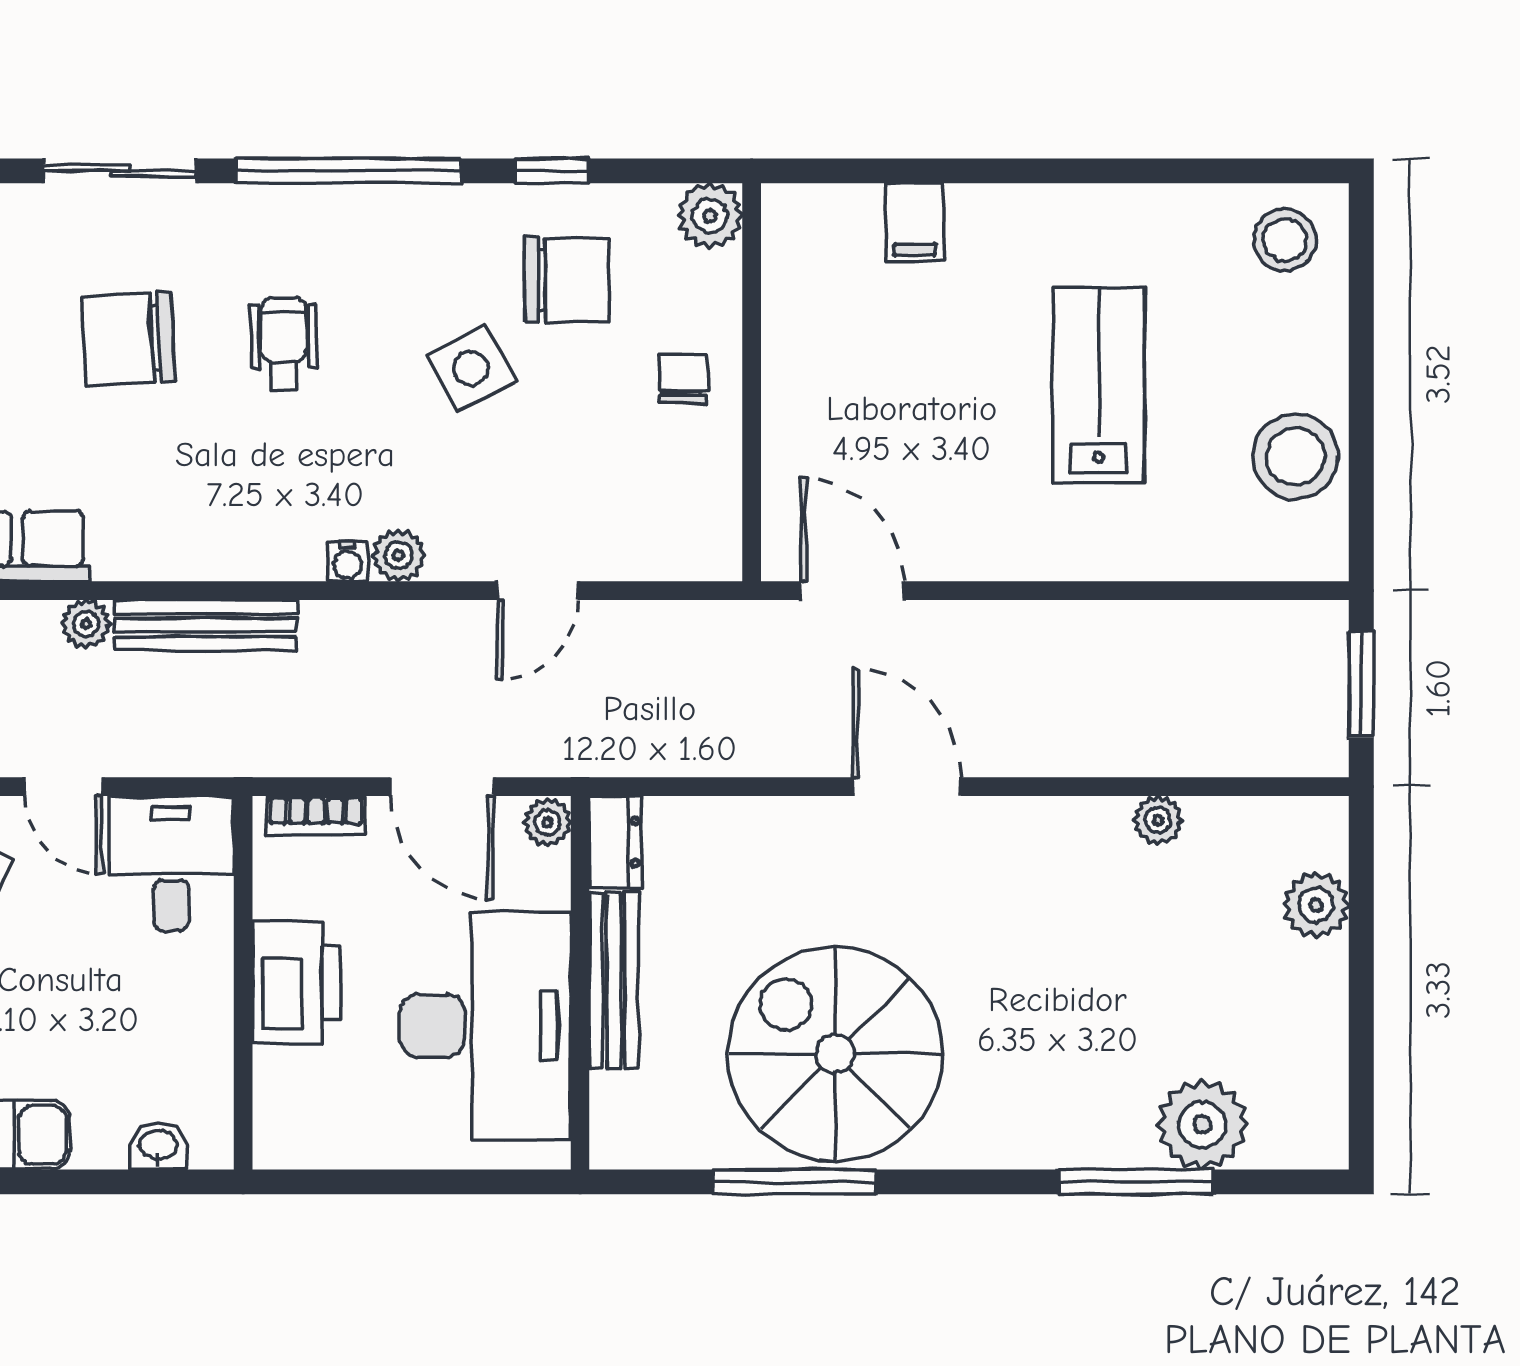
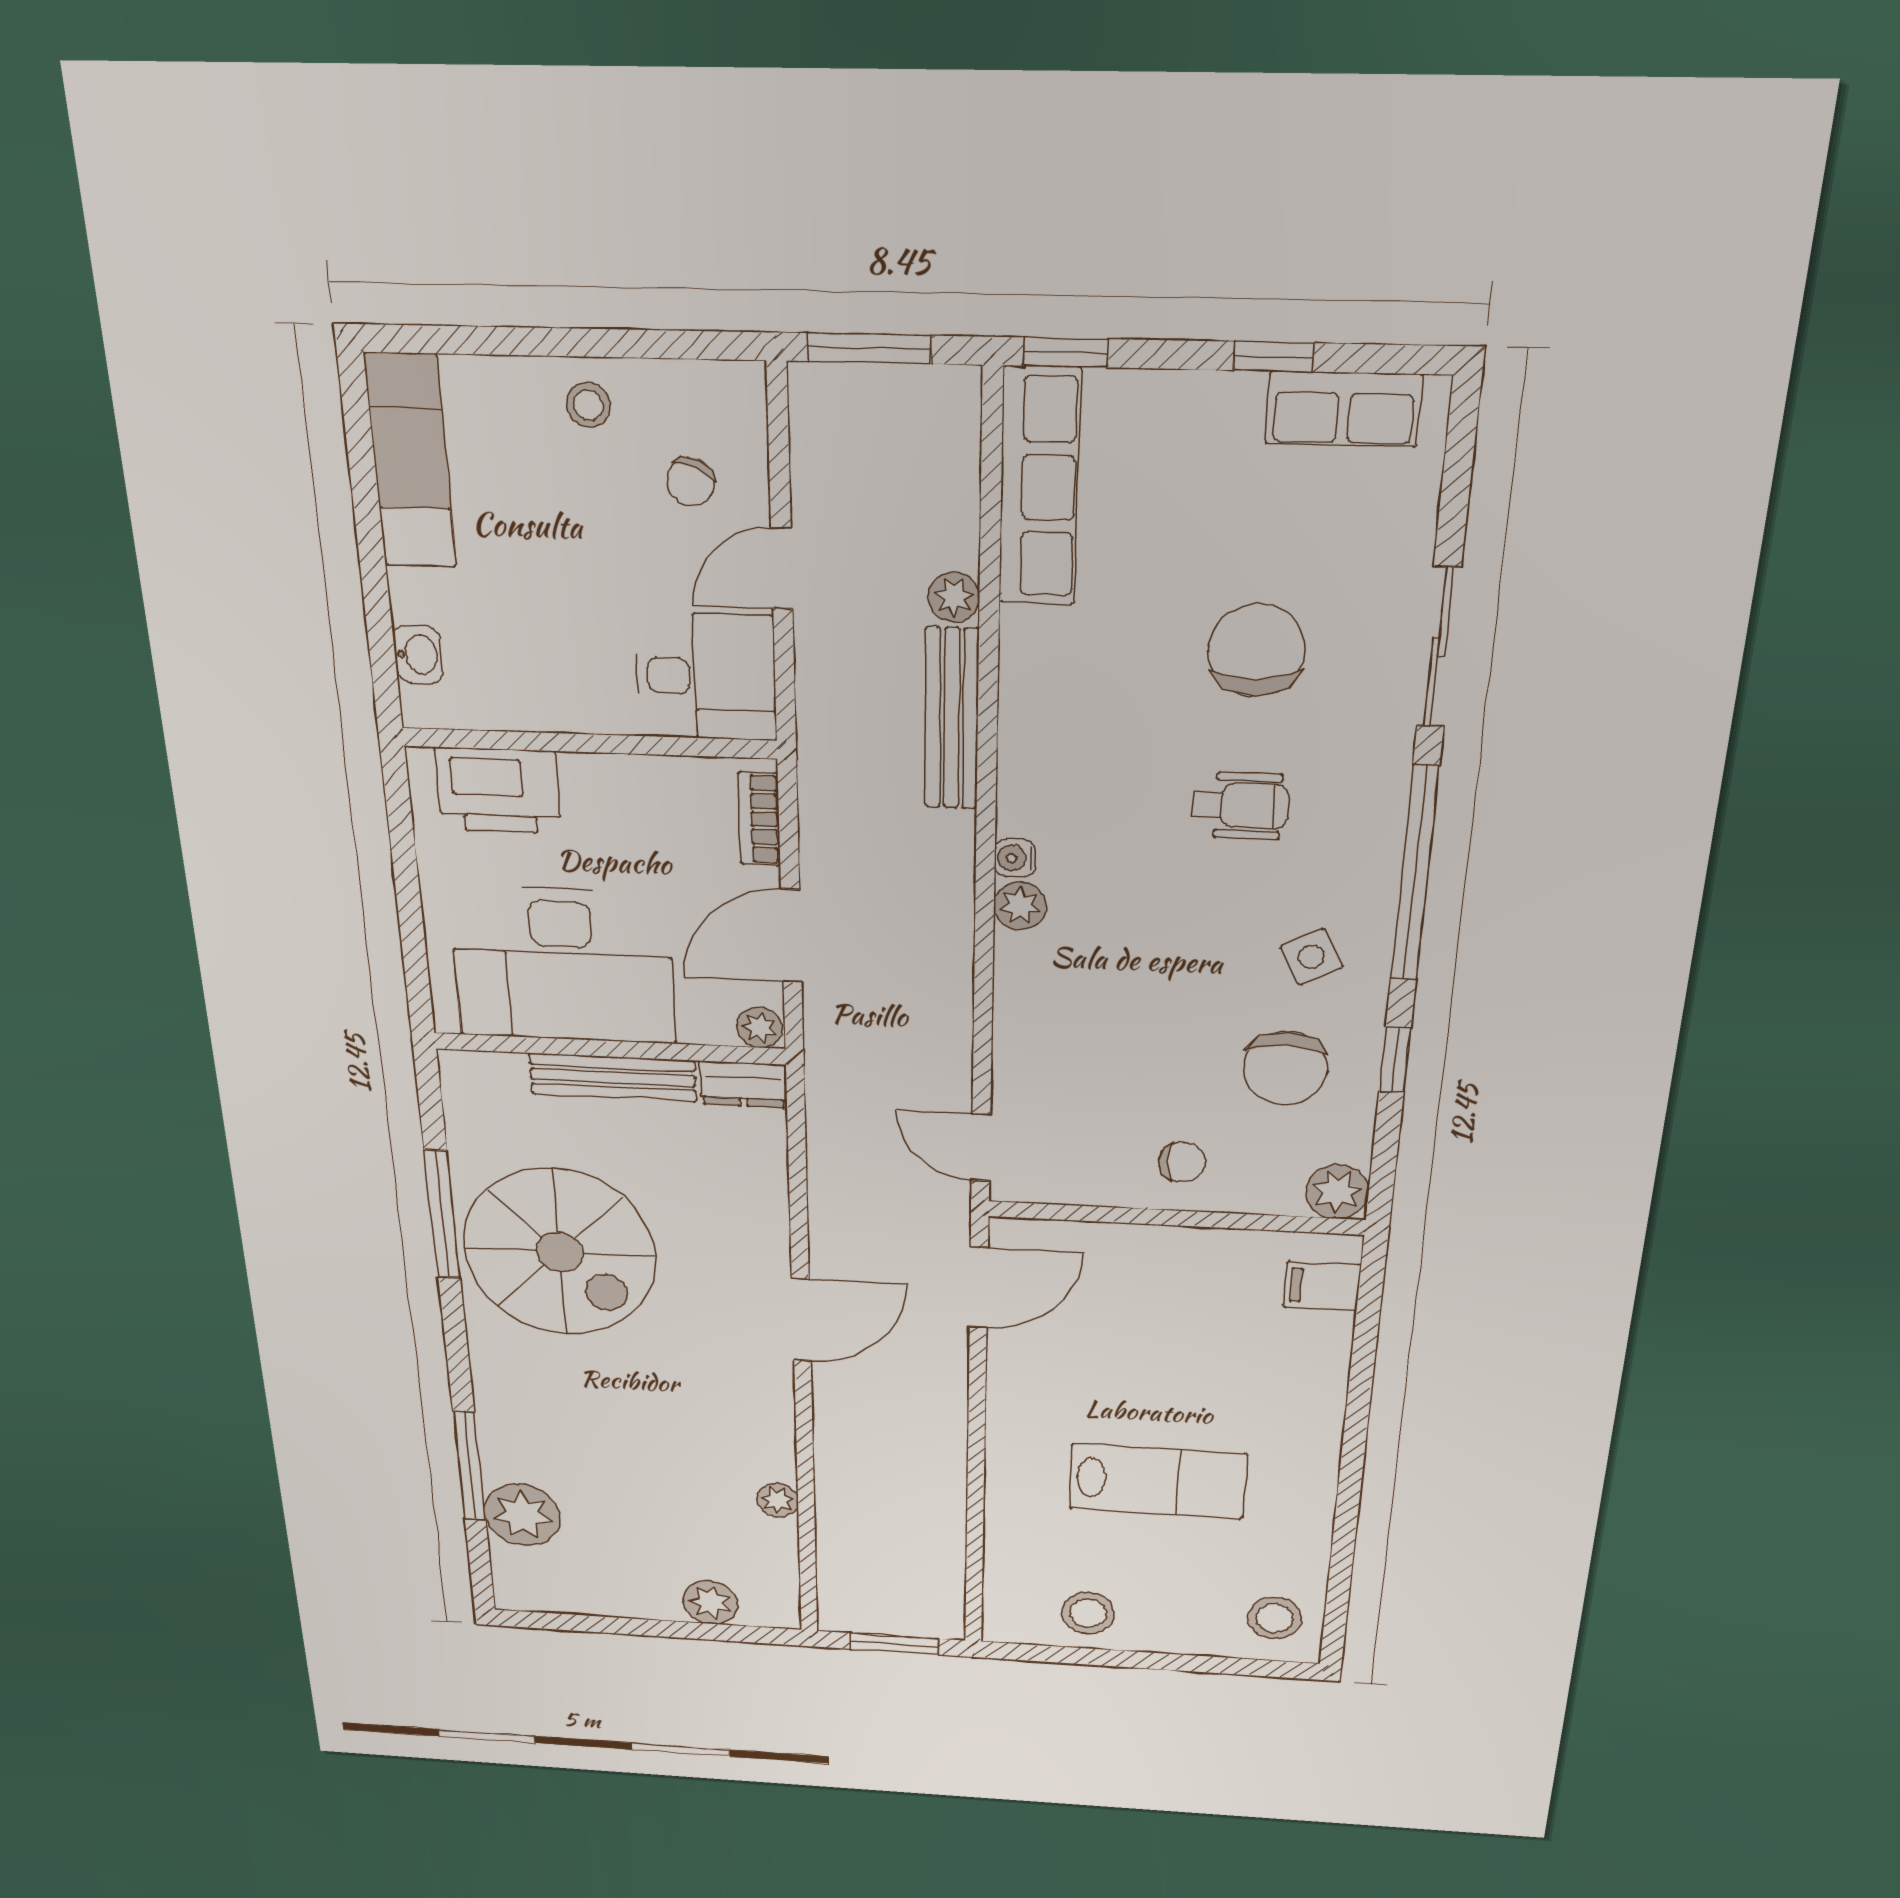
filing cabinet: (915, 222) -> (1322, 1286), moved
side table: (471, 368) -> (1311, 957), moved, width x0.73, depth x0.73
stool: (1295, 457) -> (1088, 1613), width x0.73, depth x0.73
door: (537, 591) -> (981, 1147), moved
printer: (296, 983) -> (498, 791), moved
spiral stairs: (835, 1054) -> (560, 1252), turned 90

